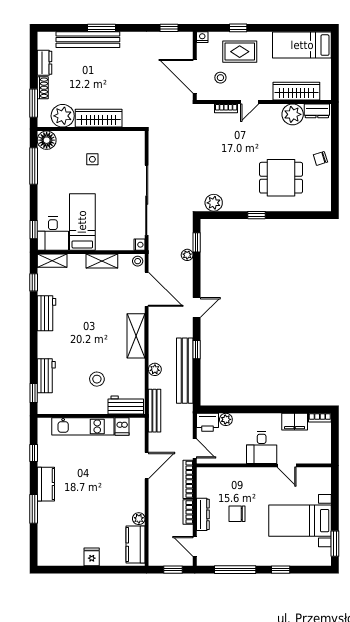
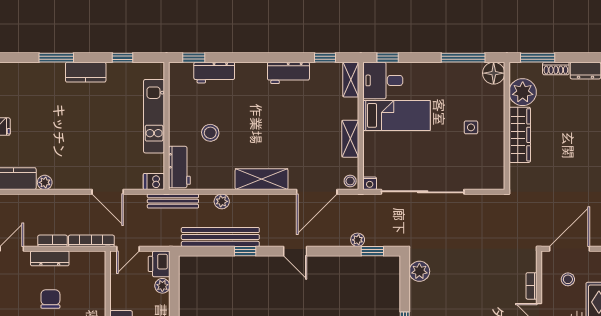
dishwasher: (122, 427) -> (154, 182), moved

